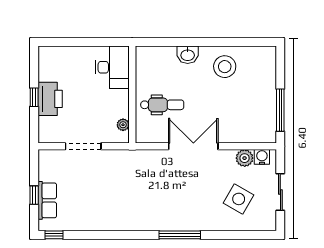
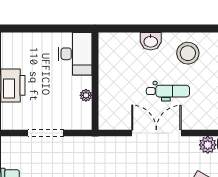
dental chair: (162, 105) -> (168, 91), moved
plant: (123, 125) -> (86, 95), moved

